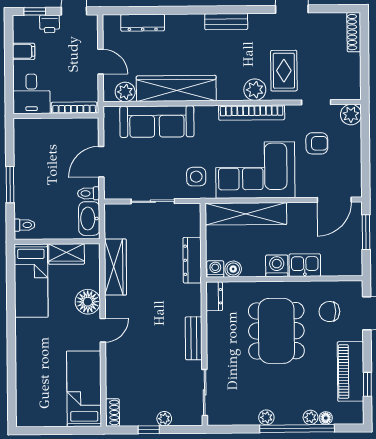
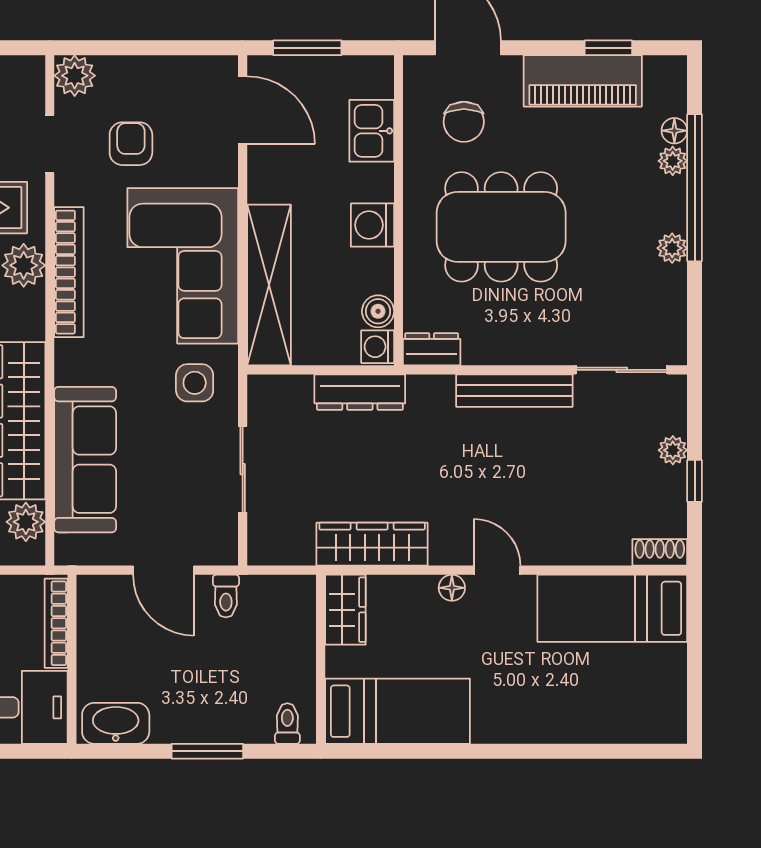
washbasin: (89, 219) -> (116, 723), moved, turned 180
wardrobe: (67, 254) -> (345, 610), moved
kitchen sink: (305, 265) -> (372, 131), moved
floor lamp: (88, 302) -> (452, 588), width x0.53, depth x0.53
bench: (194, 338) -> (514, 391), width x1.36

